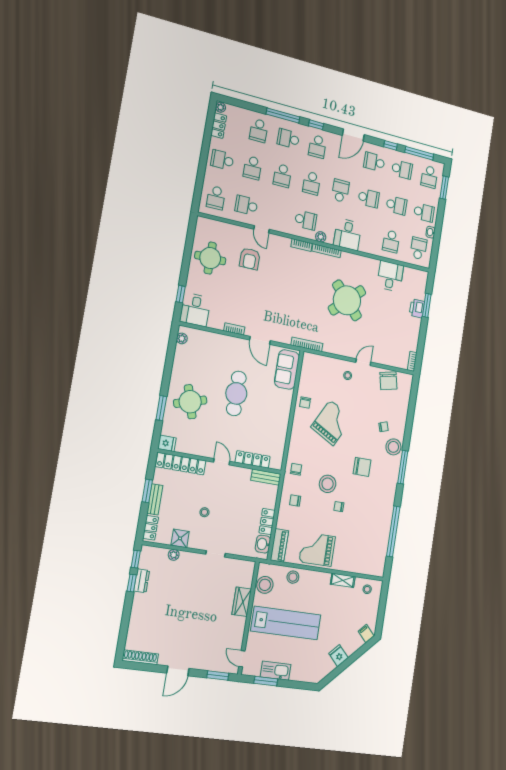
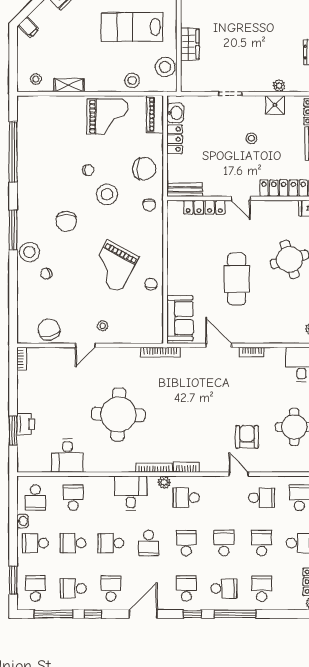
school desk: (374, 162) -> (111, 588), turned -90
round table: (347, 300) -> (118, 415), turned 45
chair: (362, 467) -> (66, 221), turned -90
chair: (295, 500) -> (144, 169), width x1.87, depth x1.87
lab bench: (286, 623) -> (132, 27), width x0.73

